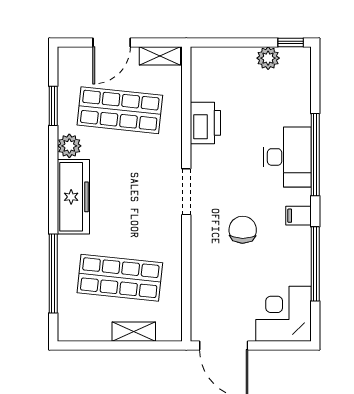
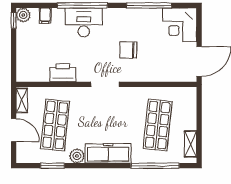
plant: (268, 58) -> (23, 15), moved
filing cabinet: (299, 216) -> (45, 16), moved
shelving: (134, 332) -> (191, 144), moved

